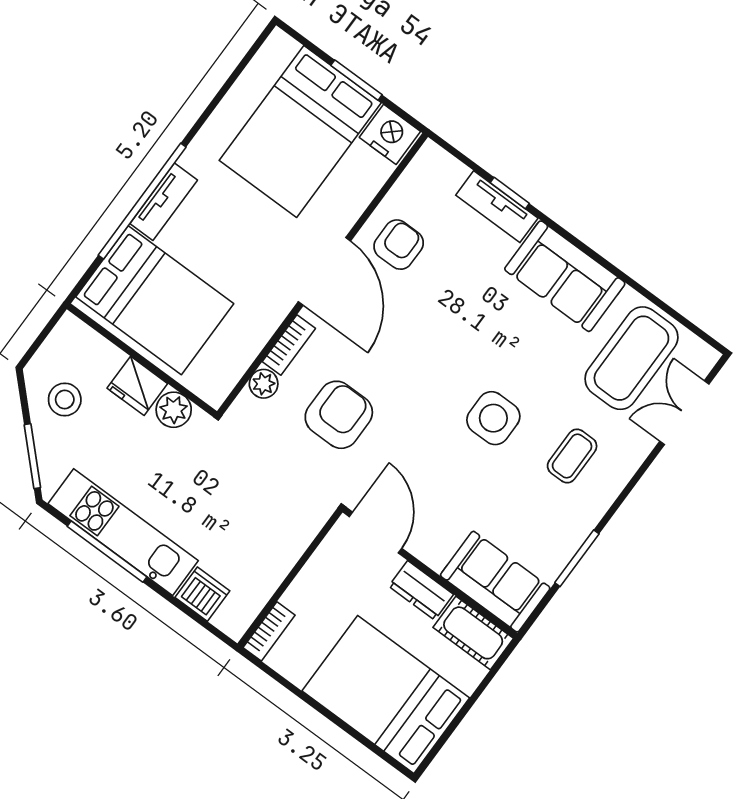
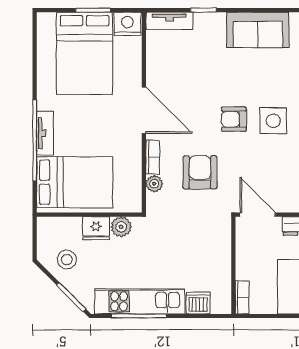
tv unit: (497, 207) -> (169, 21), moved
armchair: (399, 245) -> (234, 119), moved, turned -90

